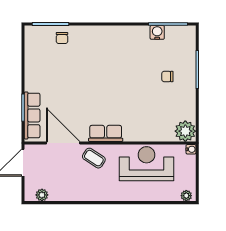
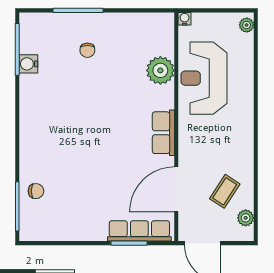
plant: (185, 131) -> (160, 70), moved
coffee table: (94, 158) -> (225, 191), moved

